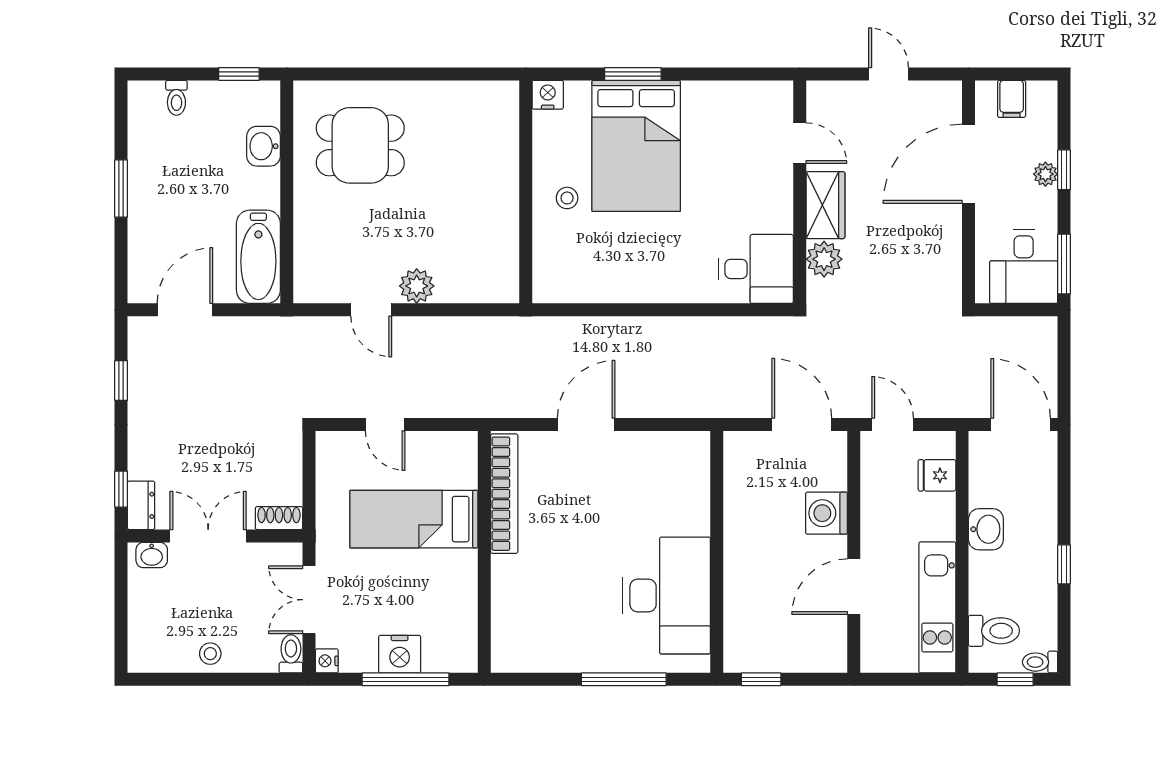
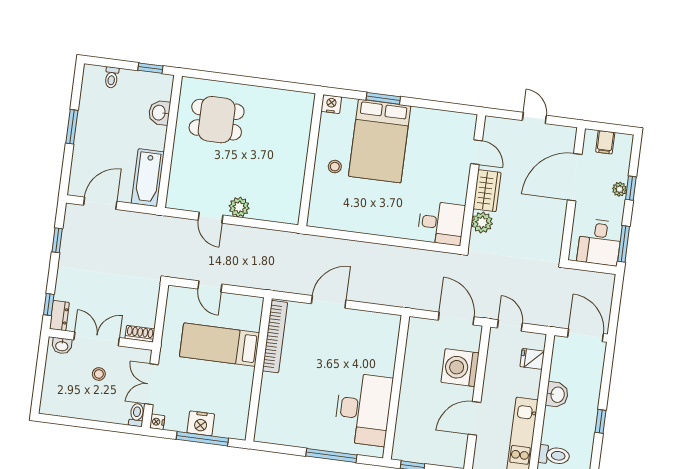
washing machine: (826, 513) -> (460, 368), width x1.37, depth x1.37
stool: (210, 654) -> (99, 374), moved

